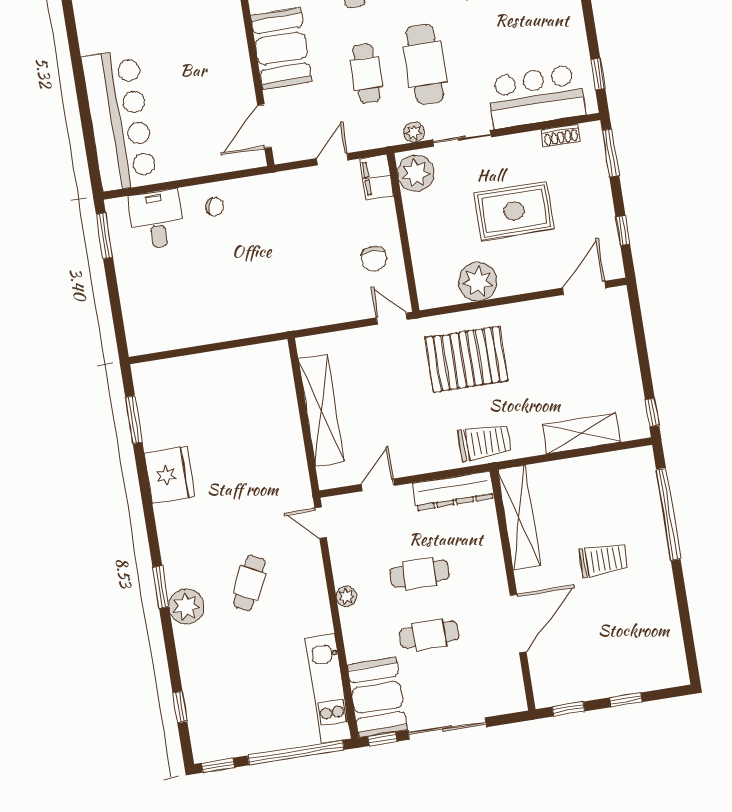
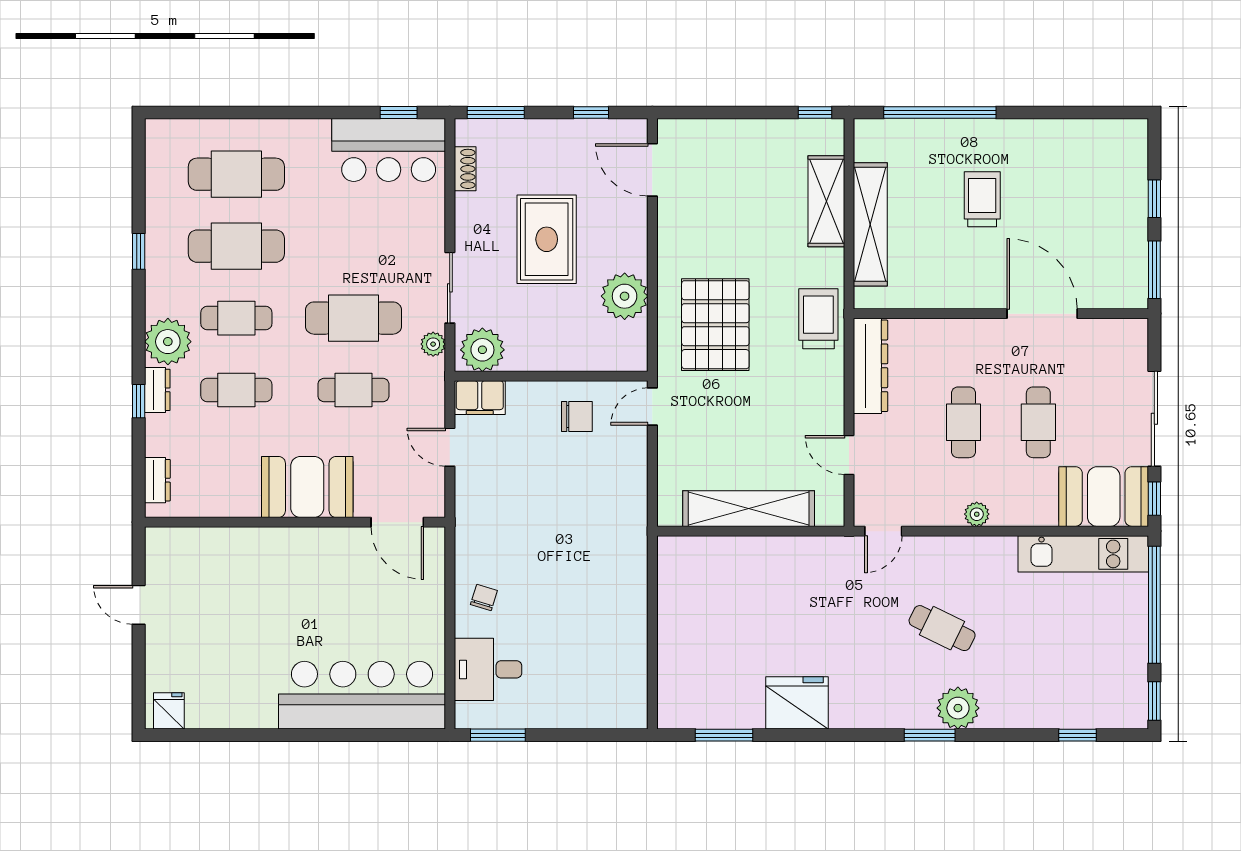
bar counter: (536, 97) -> (389, 150), moved, turned -90
shelving: (519, 518) -> (870, 224), moved, turned 90
window: (568, 709) -> (1154, 270), width x1.50

